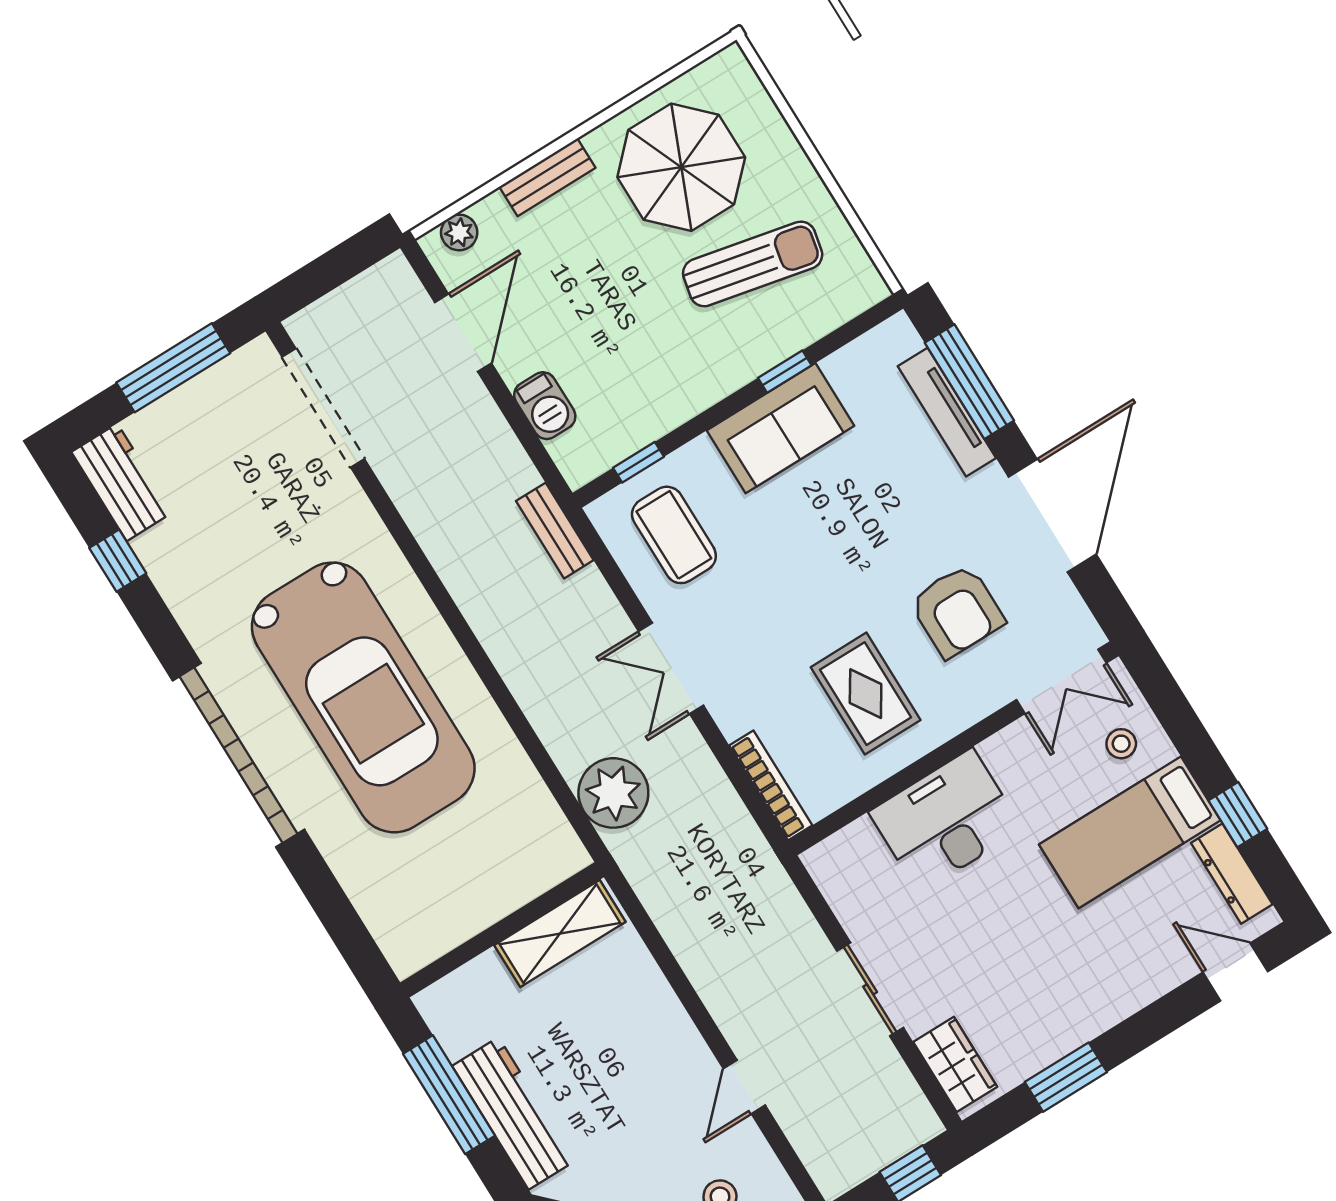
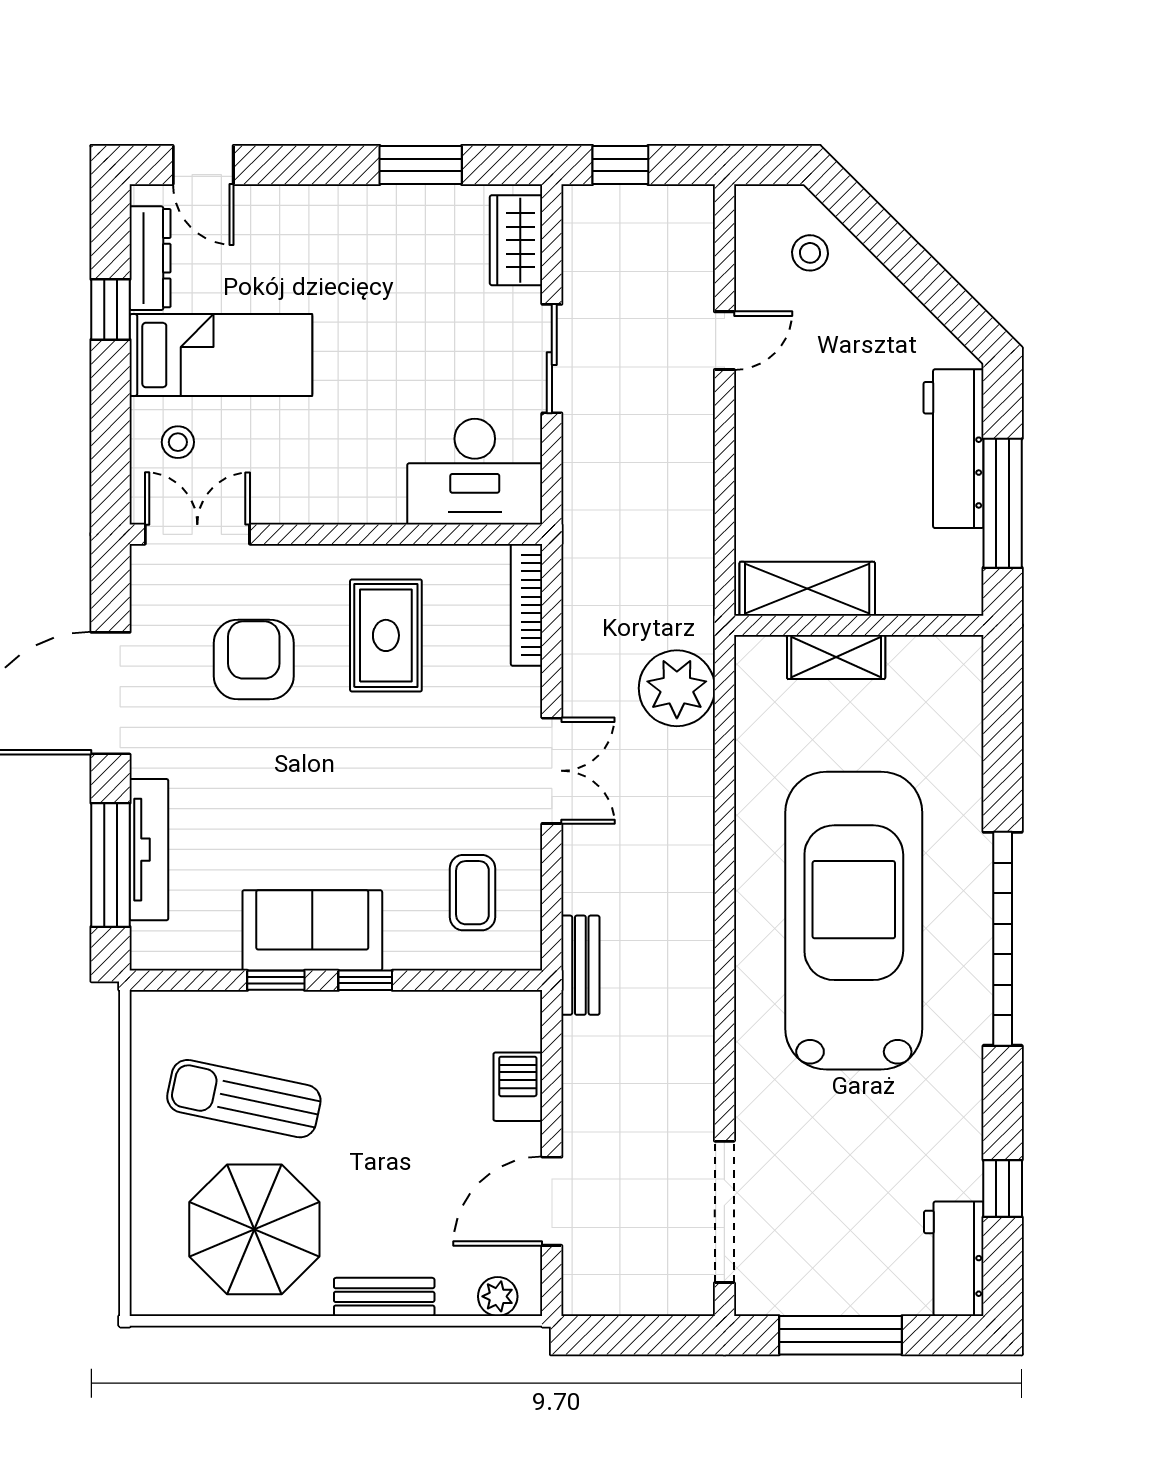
window: (639, 462) -> (365, 980), moved
coffee table: (674, 535) -> (472, 893), width x0.73, depth x0.77
desk: (946, 821) -> (475, 472), moved
shelving: (504, 894) -> (836, 657), added

